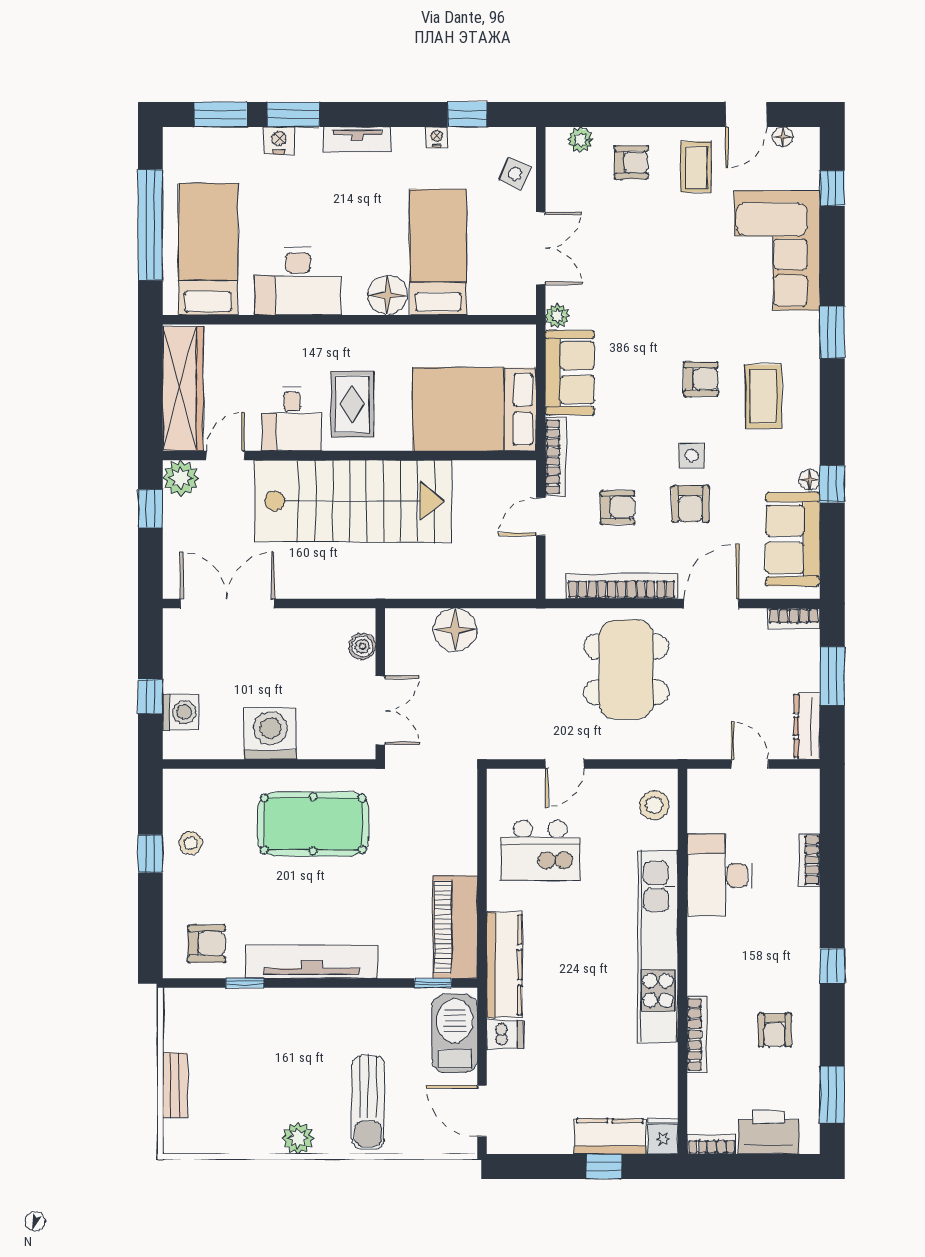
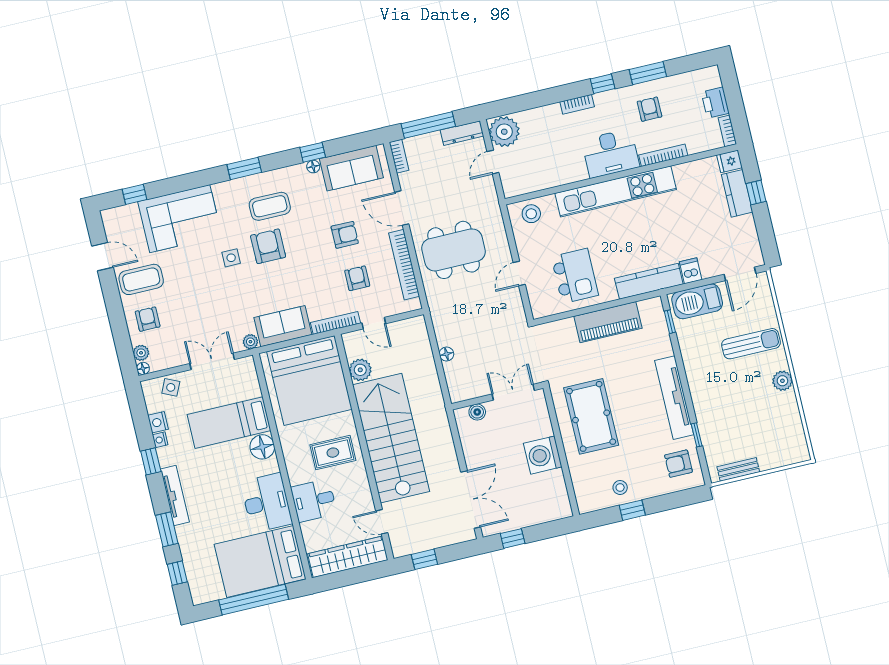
window: (221, 115) -> (177, 573), width x0.67
window: (467, 115) -> (151, 461), moved
floor lamp: (783, 137) -> (143, 368), moved
tv unit: (357, 140) -> (175, 496), width x1.41
nightstand: (279, 141) -> (158, 422), moved
coffee table: (696, 167) -> (141, 279), width x1.36, depth x1.30
bed: (208, 249) -> (260, 561), width x1.50
window: (832, 332) -> (244, 168), moved
armchair: (701, 379) -> (268, 246), width x1.38, depth x1.38
bed: (474, 409) -> (309, 380), width x1.36
desk: (292, 419) -> (314, 500), moved, turned 180
side table: (691, 456) -> (231, 258), moved
plant: (181, 478) -> (360, 370), moved
double door: (227, 604) -> (471, 500), swing flipped
floor lamp: (455, 630) -> (446, 354), width x0.53, depth x0.53
window: (832, 676) -> (428, 125), width x1.44
window: (150, 696) -> (513, 538), moved
washing machine: (181, 712) -> (543, 512), removed
door: (565, 764) -> (519, 274), swing flipped
plant: (793, 793) -> (504, 132), added
bookcase: (809, 860) -> (577, 104), moved
desk: (720, 875) -> (610, 153), moved
piano: (455, 927) -> (608, 322), moved
armchair: (207, 944) -> (678, 464), turned -90
armchair: (775, 1030) -> (649, 109), turned -90
bench: (175, 1085) -> (738, 469), moved
window: (832, 1094) -> (648, 73), moved
printer: (769, 1132) -> (715, 103), width x0.73, depth x0.84

